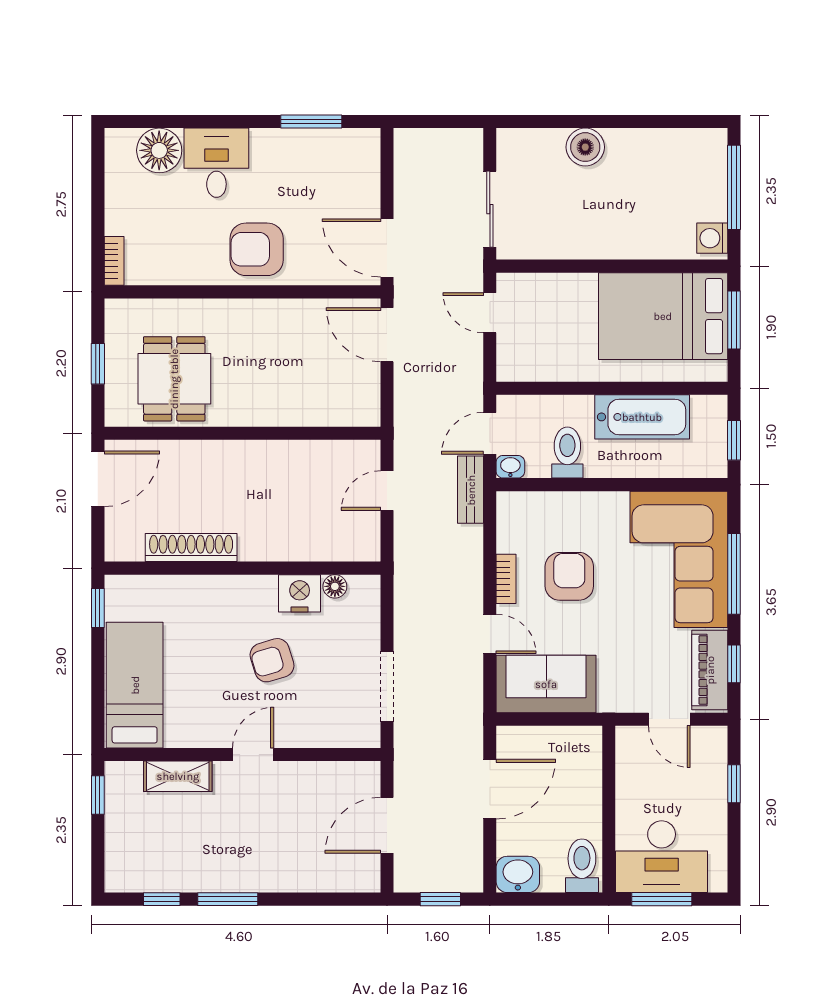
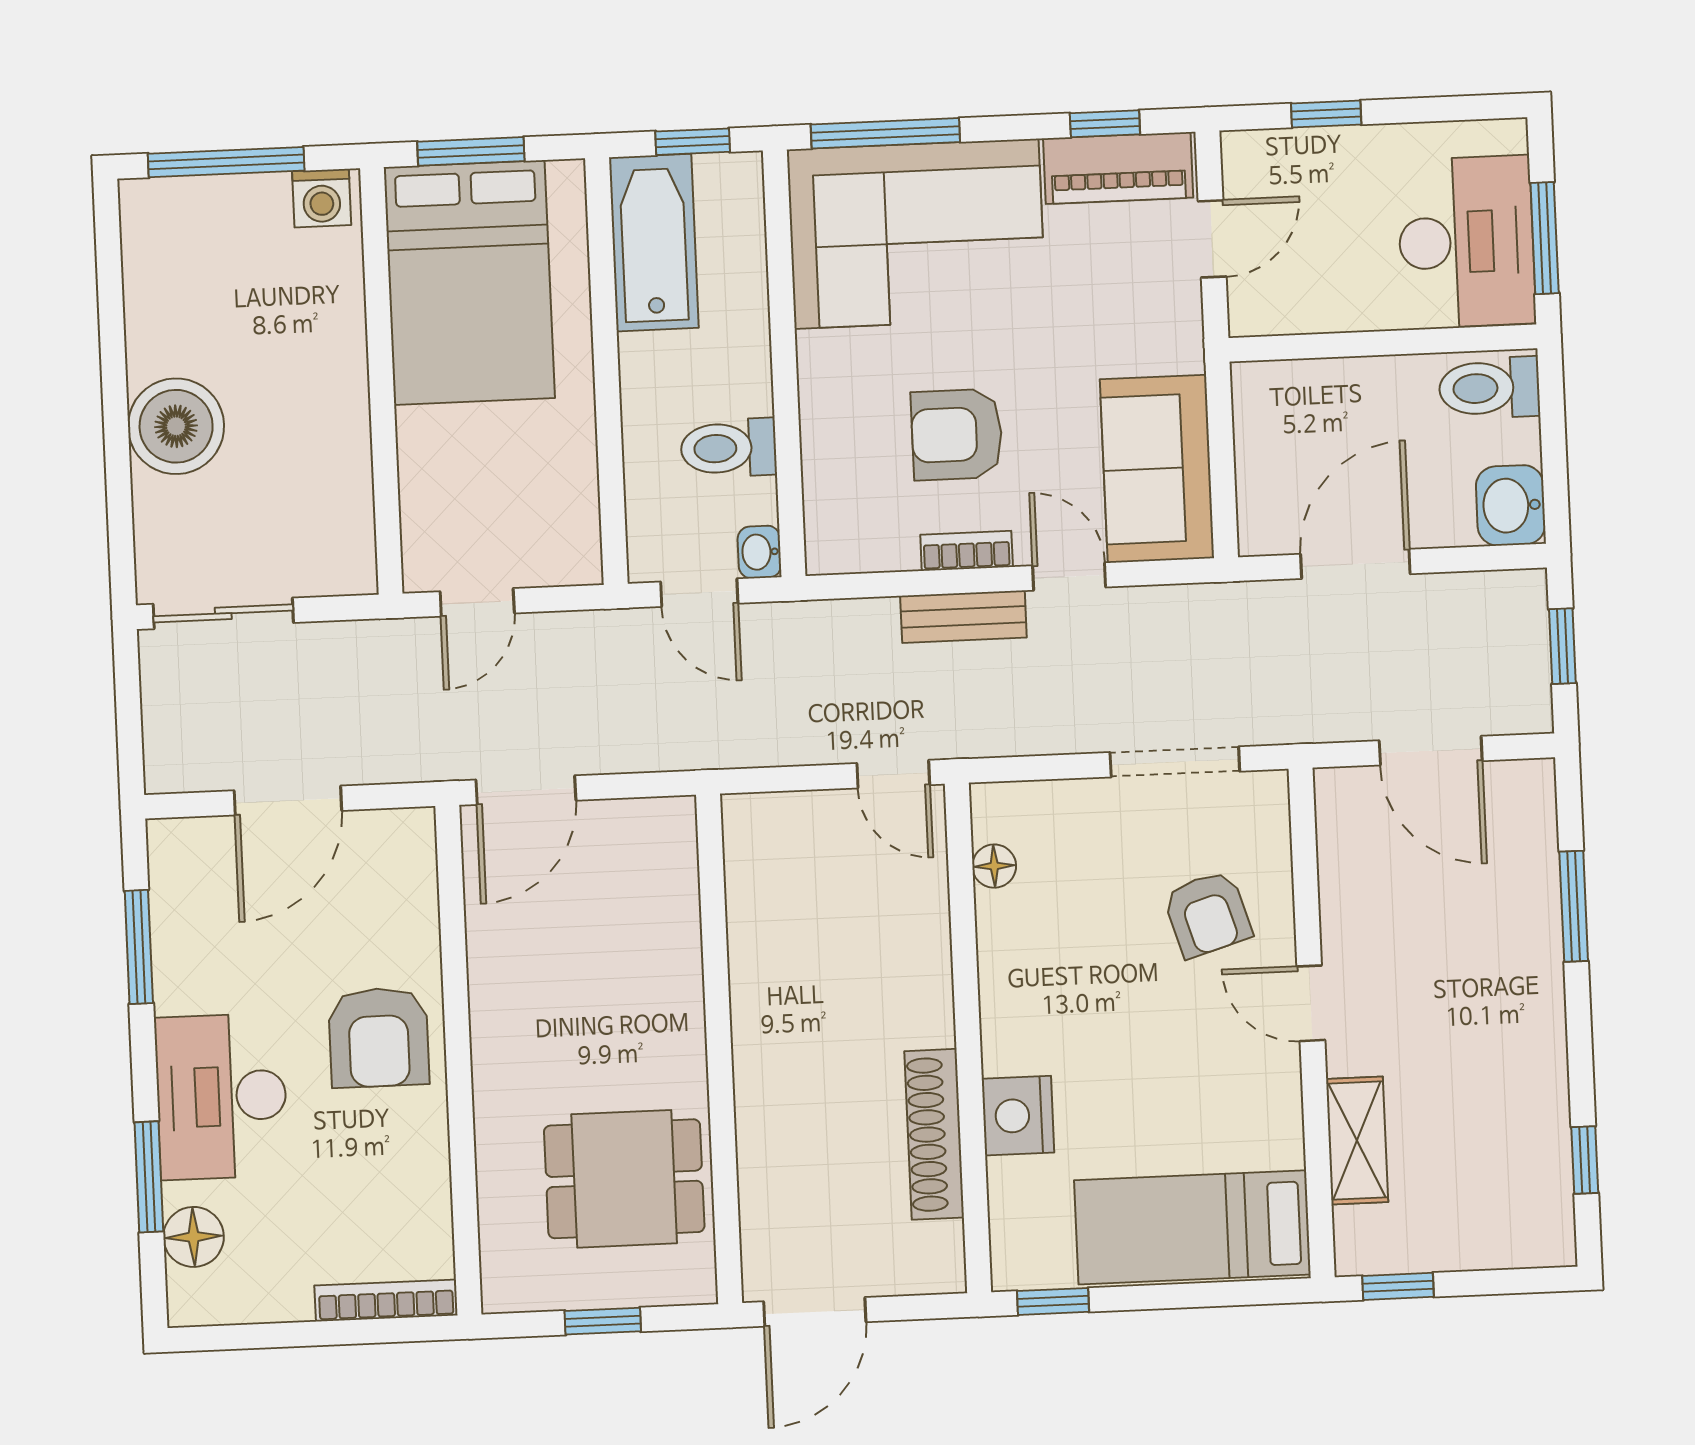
window: (187, 122) -> (149, 1177), added
boiler: (585, 147) -> (176, 426), width x1.37, depth x1.37
floor lamp: (159, 150) -> (194, 1237), width x0.73, depth x0.73
desk: (216, 163) -> (221, 1096), width x1.37
sliding door: (490, 209) -> (223, 613), moved
door: (387, 248) -> (288, 801), moved
bookcase: (114, 261) -> (386, 1301), width x1.56
bathtub: (642, 417) -> (654, 243), moved
door: (98, 479) -> (815, 1312), swing flipped
bench: (471, 490) -> (963, 617), moved
door: (387, 491) -> (893, 774), moved
window: (734, 574) -> (885, 133), moved
nightstand: (300, 593) -> (1018, 1116), moved
door: (490, 634) -> (1069, 576), hinge flipped
armchair: (272, 660) -> (1207, 914), moved
door: (490, 789) -> (1355, 564), hinge flipped
window: (228, 899) -> (1574, 906), moved

